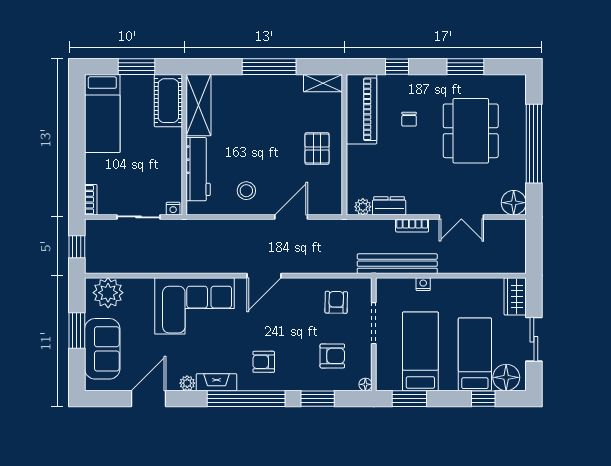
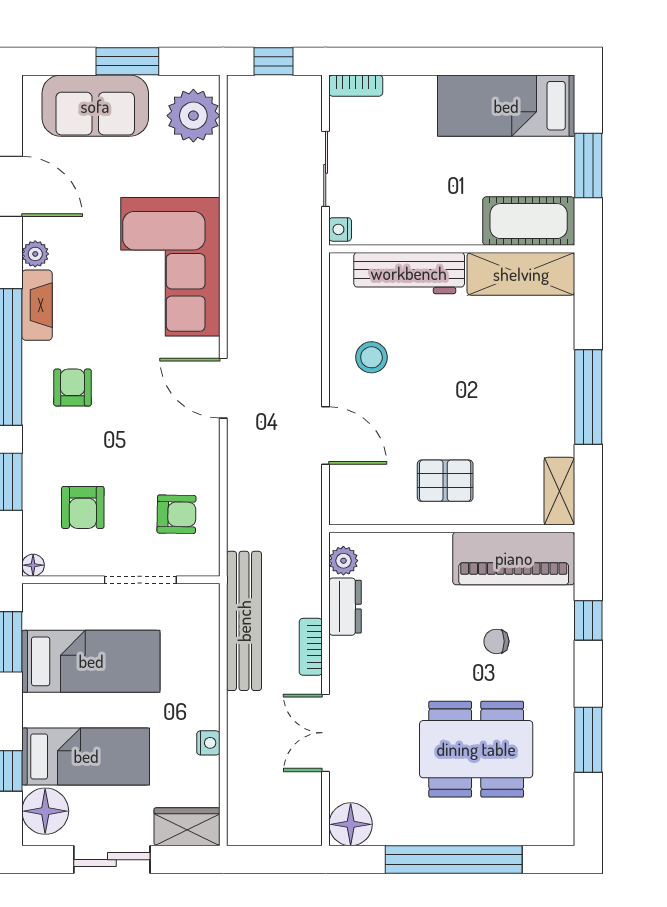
nightstand: (423, 284) -> (208, 743), moved

